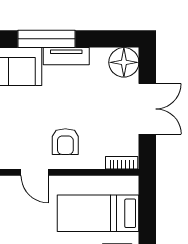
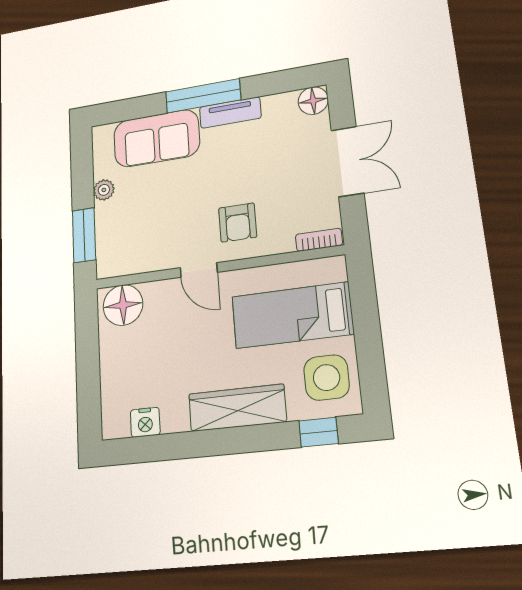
floor lamp: (124, 62) -> (313, 101), width x0.73, depth x0.73

